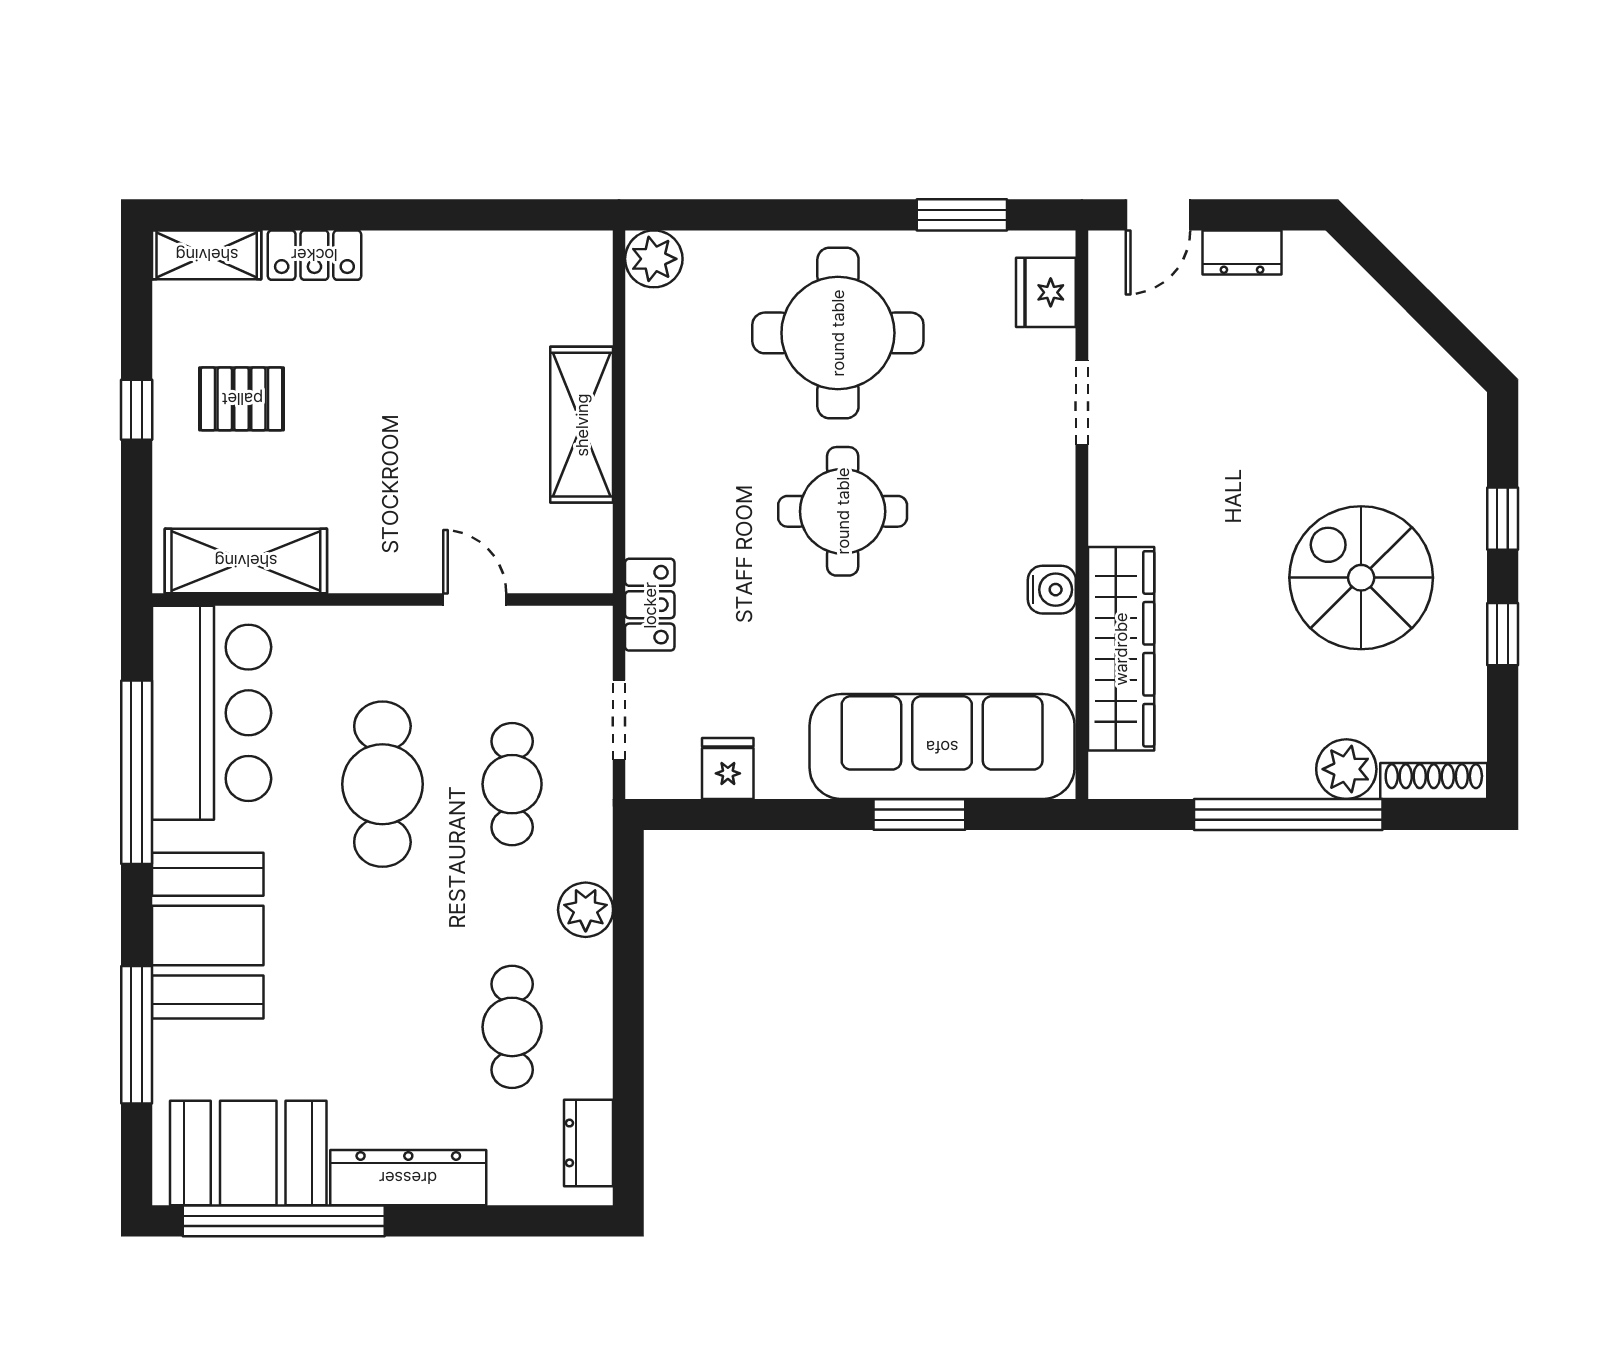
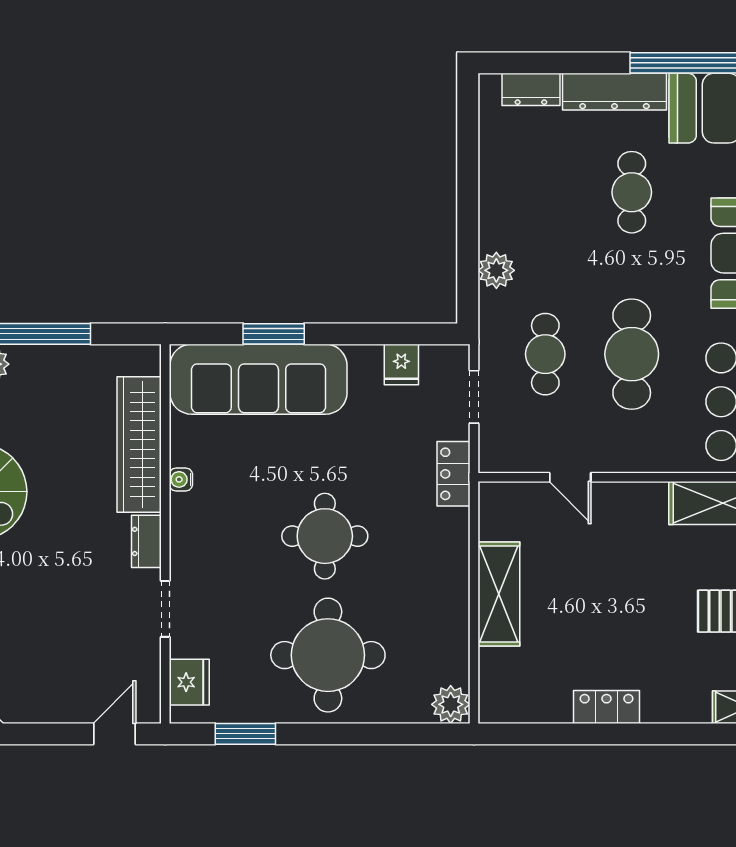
dresser: (1242, 252) -> (146, 541), moved, turned -90
locker: (314, 255) -> (606, 707), moved
water cooler: (1052, 590) -> (181, 479), width x0.72, depth x0.72
cafe table: (512, 1027) -> (632, 192), moved
dresser: (588, 1143) -> (531, 89), moved, turned 90

